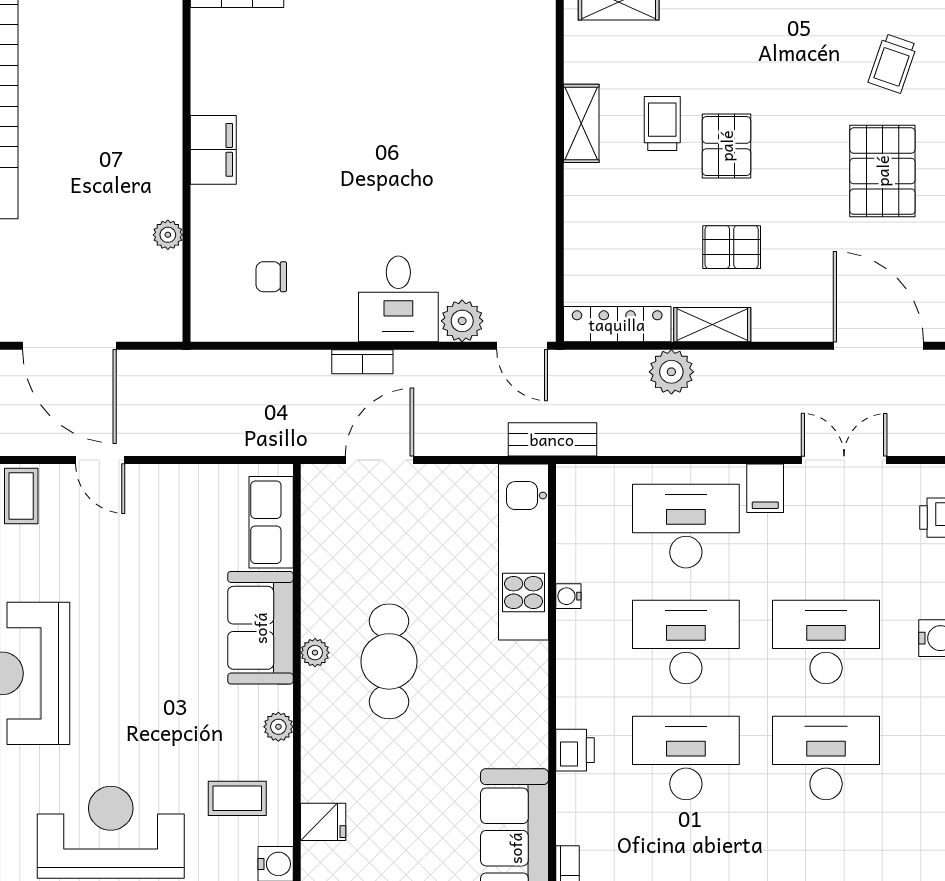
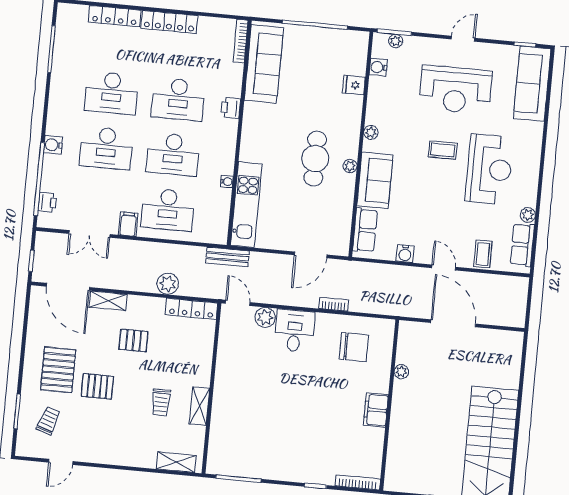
pallet: (726, 146) -> (97, 386), moved, turned 90
chair: (271, 277) -> (354, 347), width x1.87, depth x1.87
shelving: (712, 325) -> (108, 301), moved
bookcase: (362, 362) -> (334, 304), moved
water cooler: (183, 481) -> (405, 254), added
coffee table: (237, 798) -> (443, 150), moved

